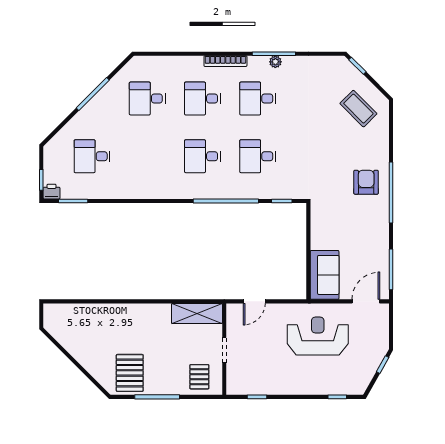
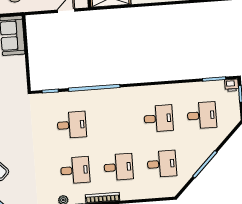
desk: (202, 156) -> (158, 118), moved

